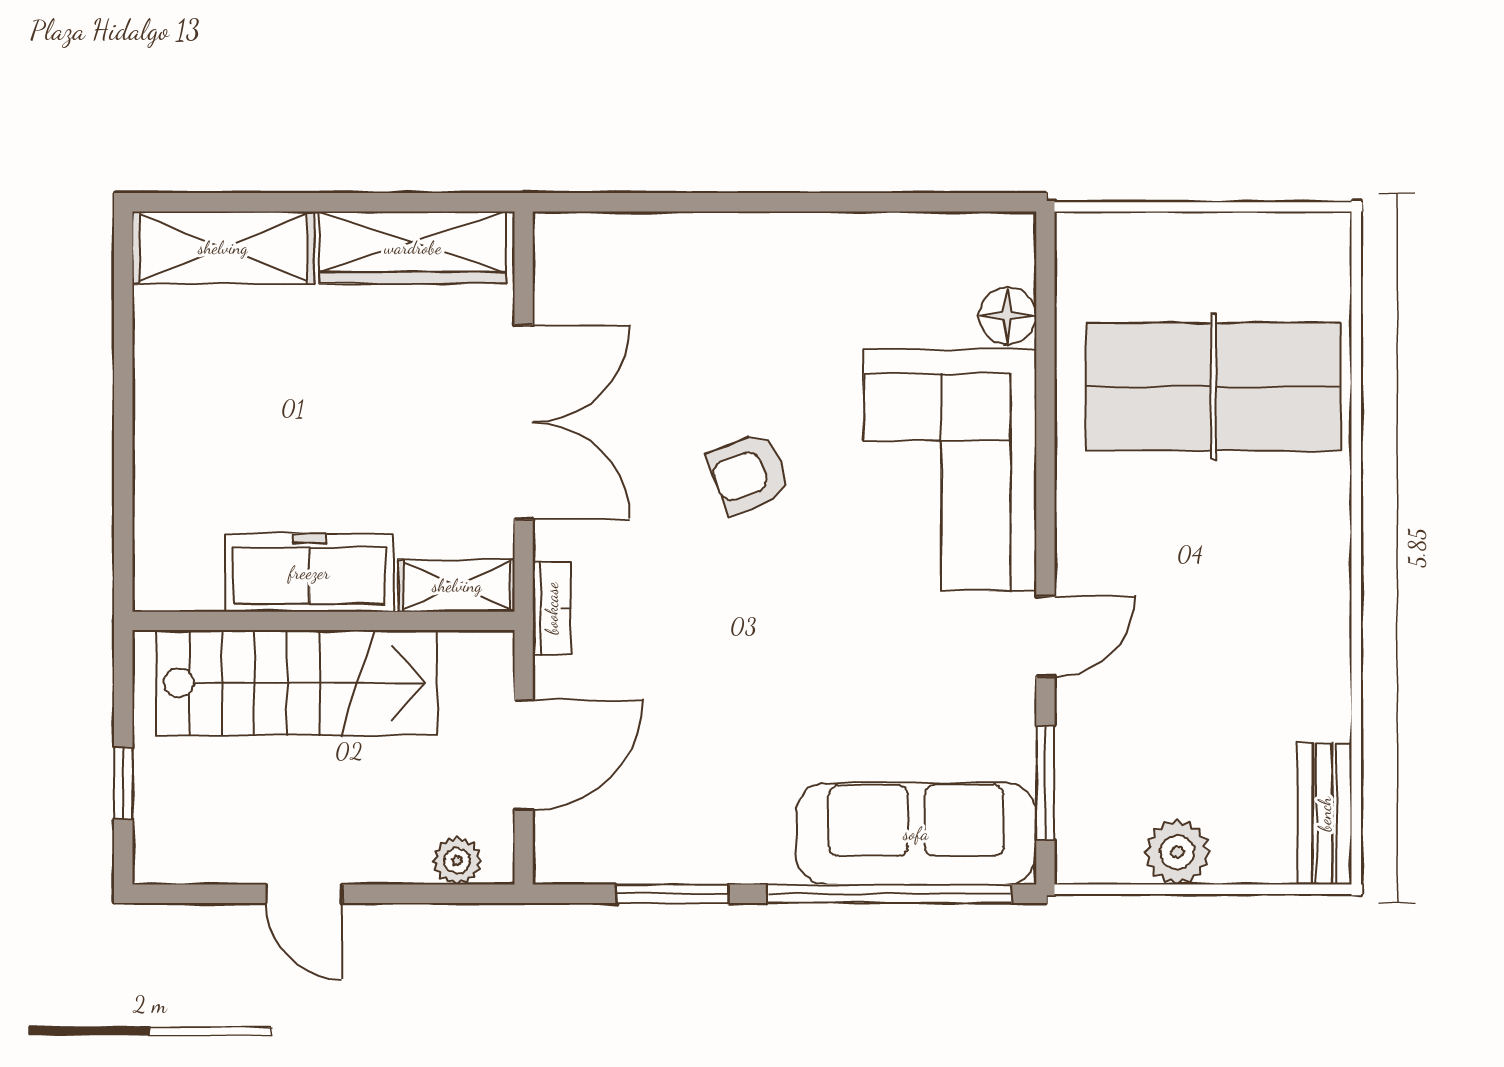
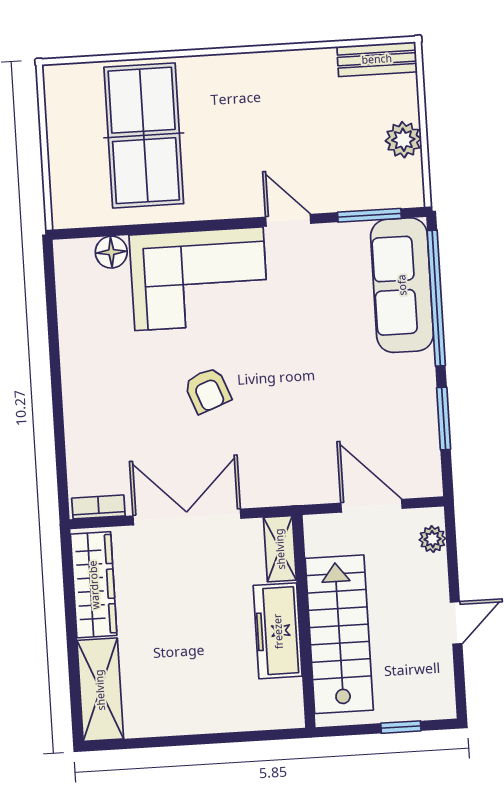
bookcase: (552, 608) -> (98, 507), moved

